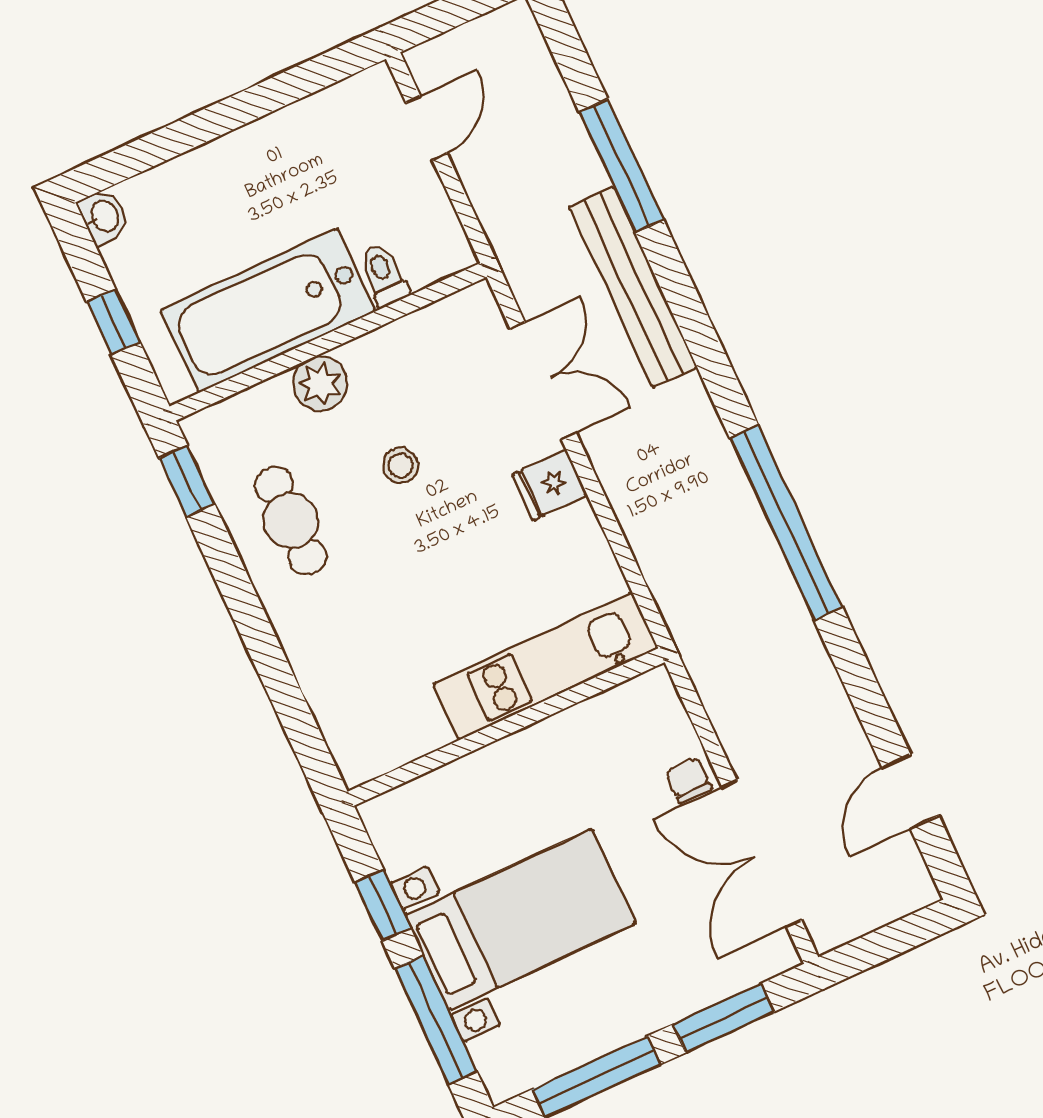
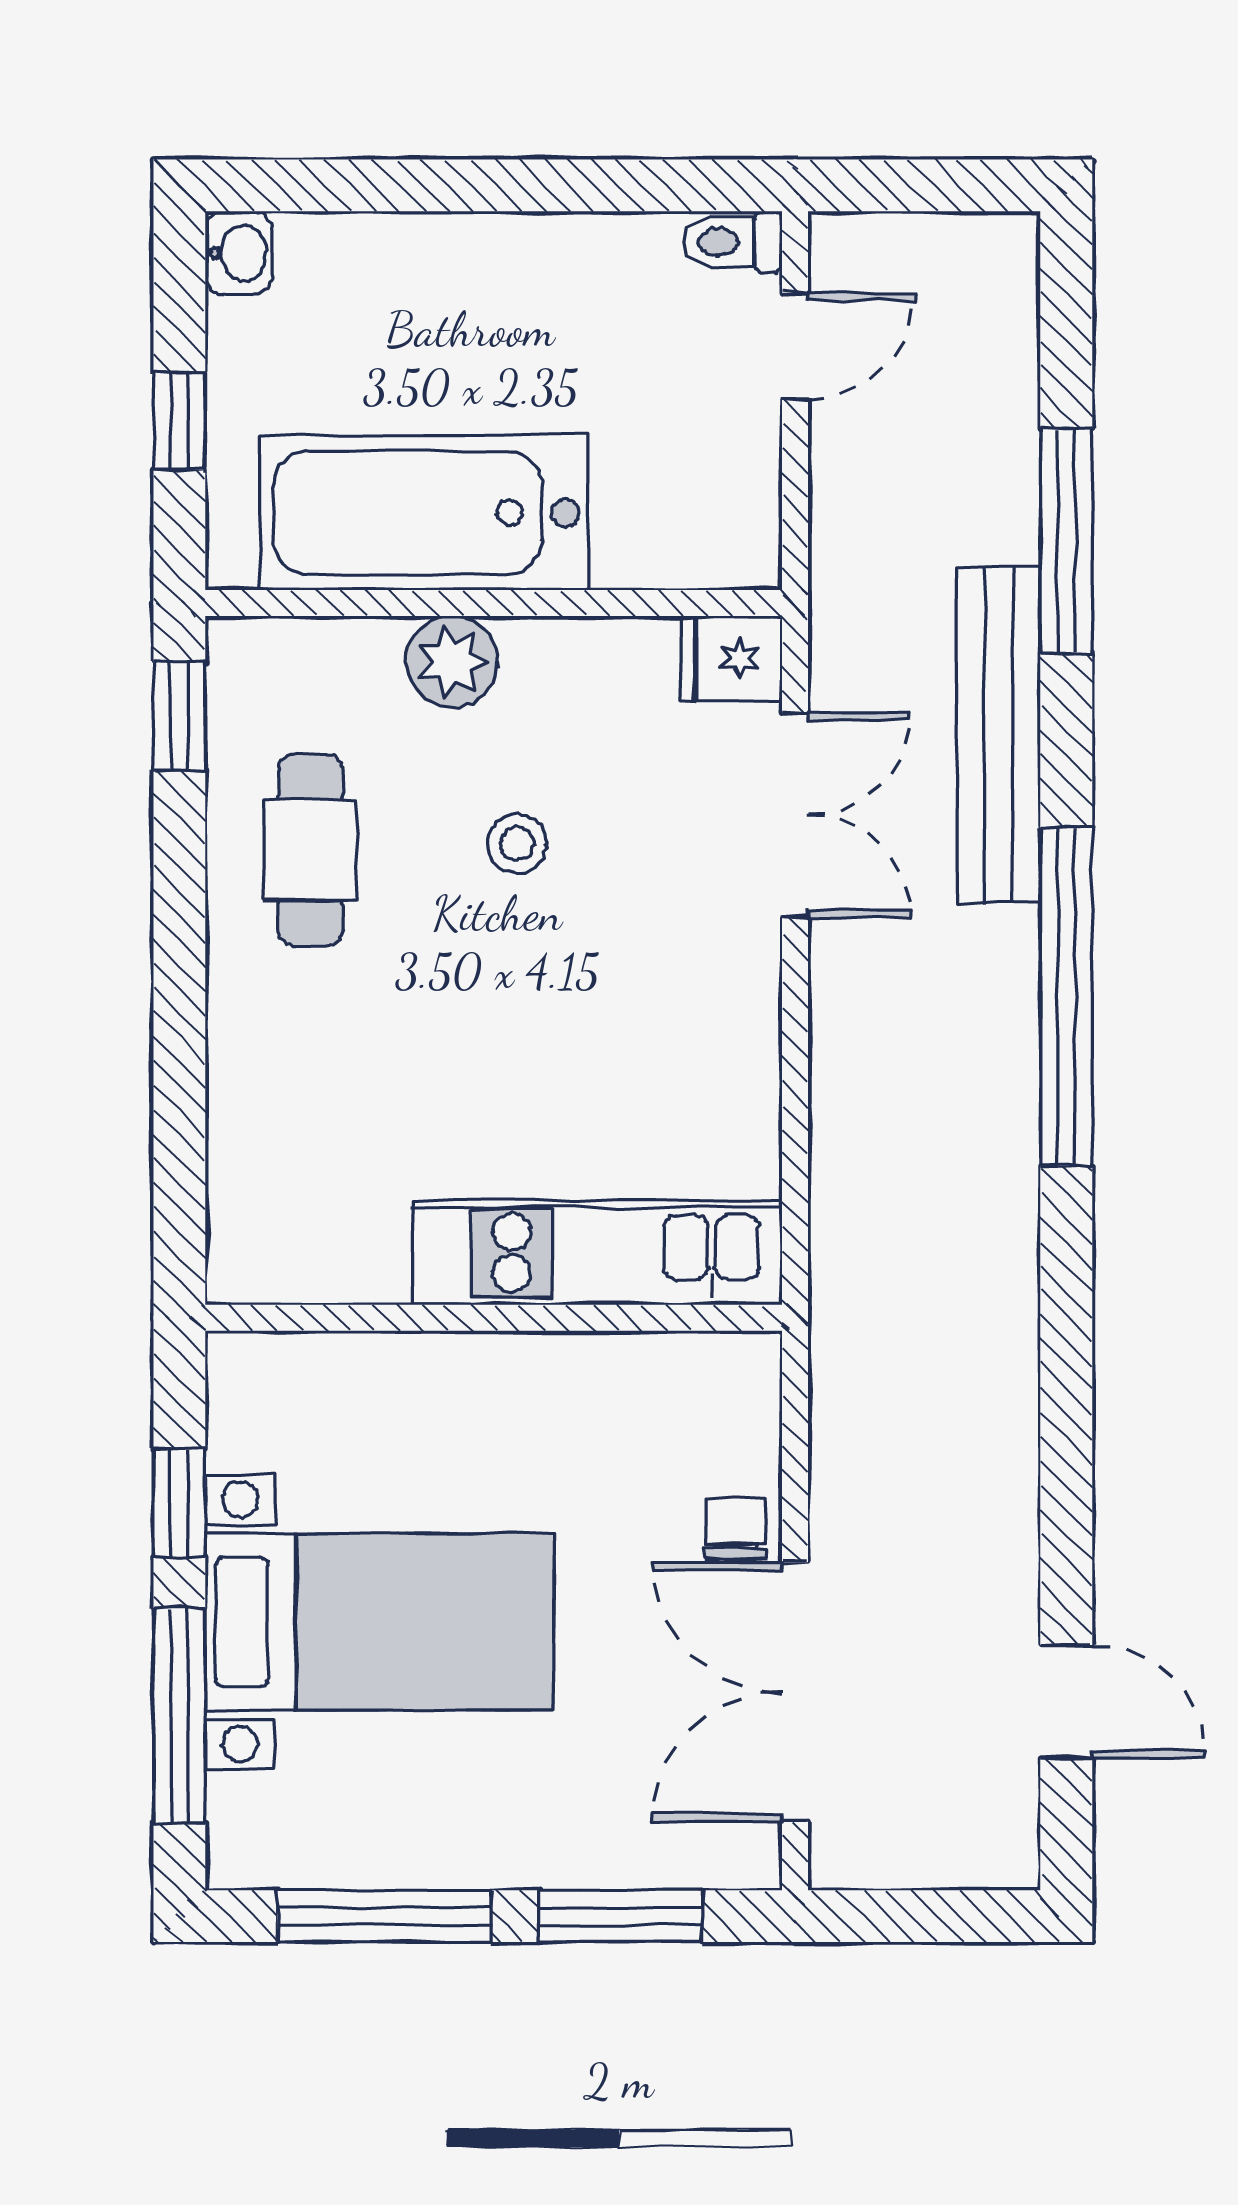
toilet: (384, 275) -> (732, 242), moved, turned -90
fridge: (550, 485) -> (731, 659), moved
window: (786, 523) -> (1066, 996), moved
door: (910, 791) -> (1066, 1702), swing flipped

